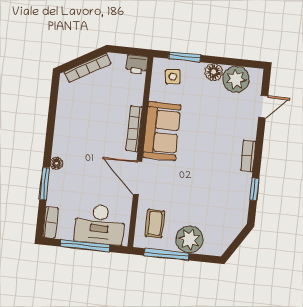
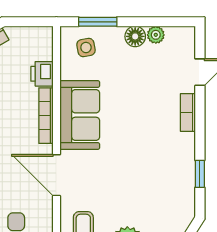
printer: (137, 65) -> (42, 74), moved, turned 90
plant: (236, 79) -> (156, 35), width x0.53, depth x0.53
bookcase: (248, 156) -> (188, 112), moved

